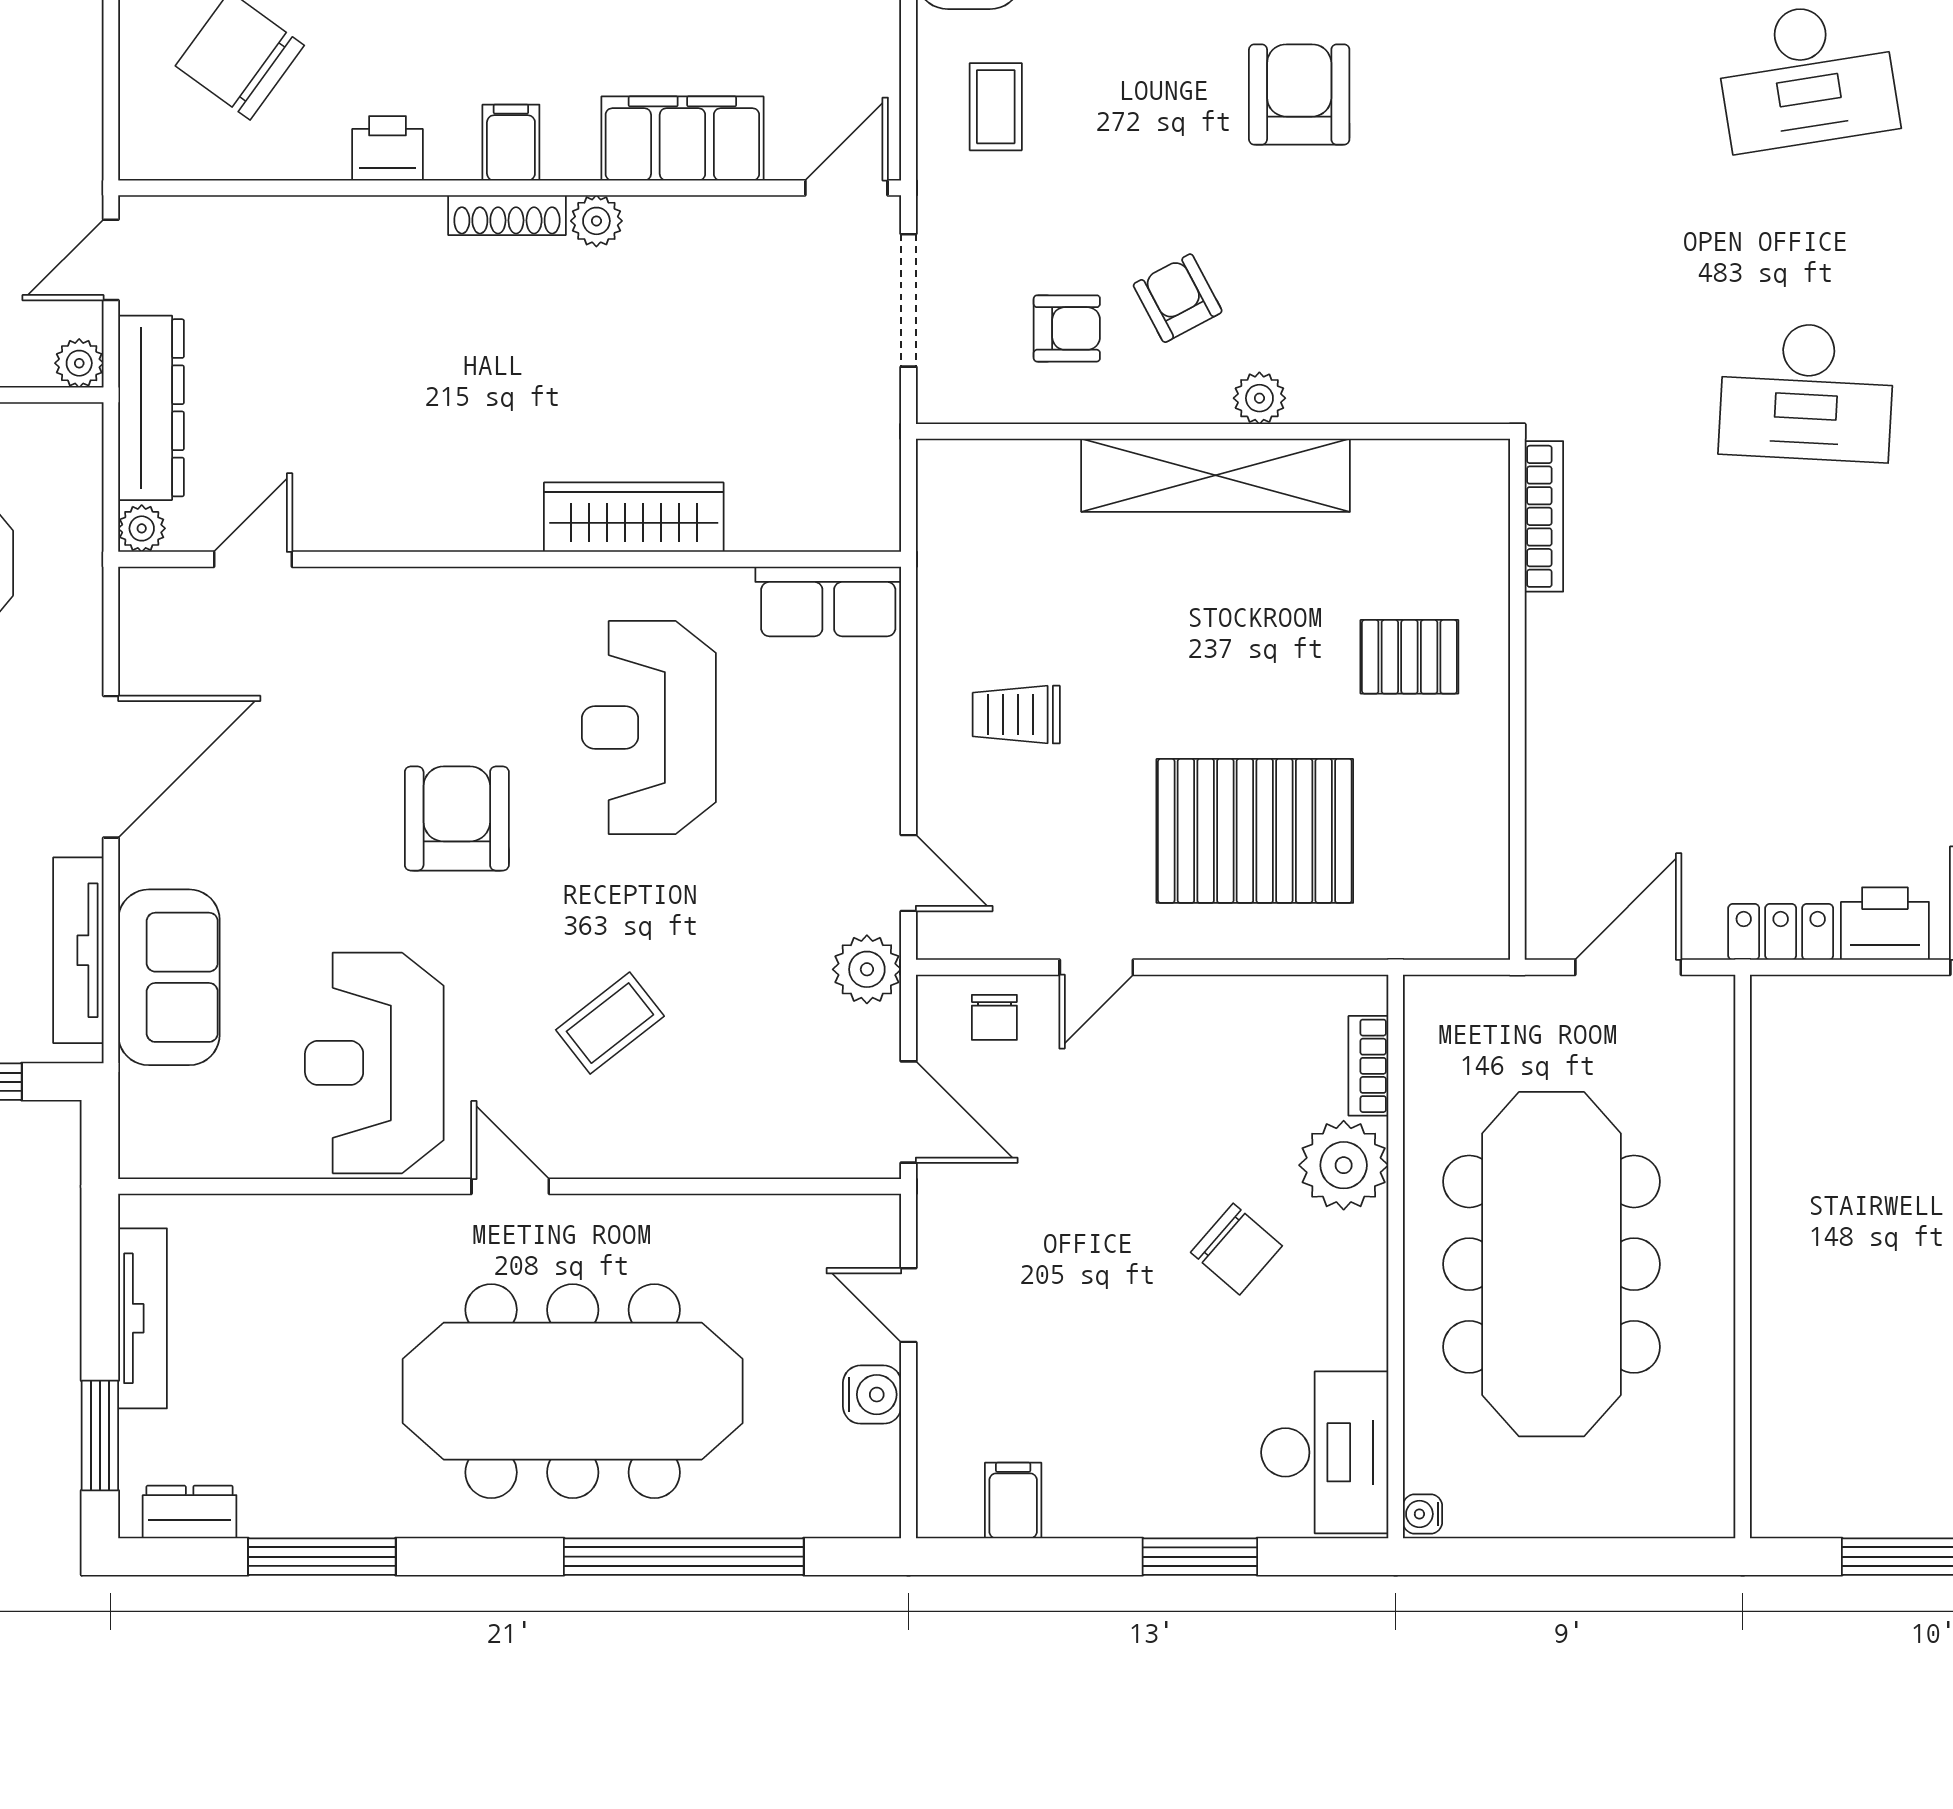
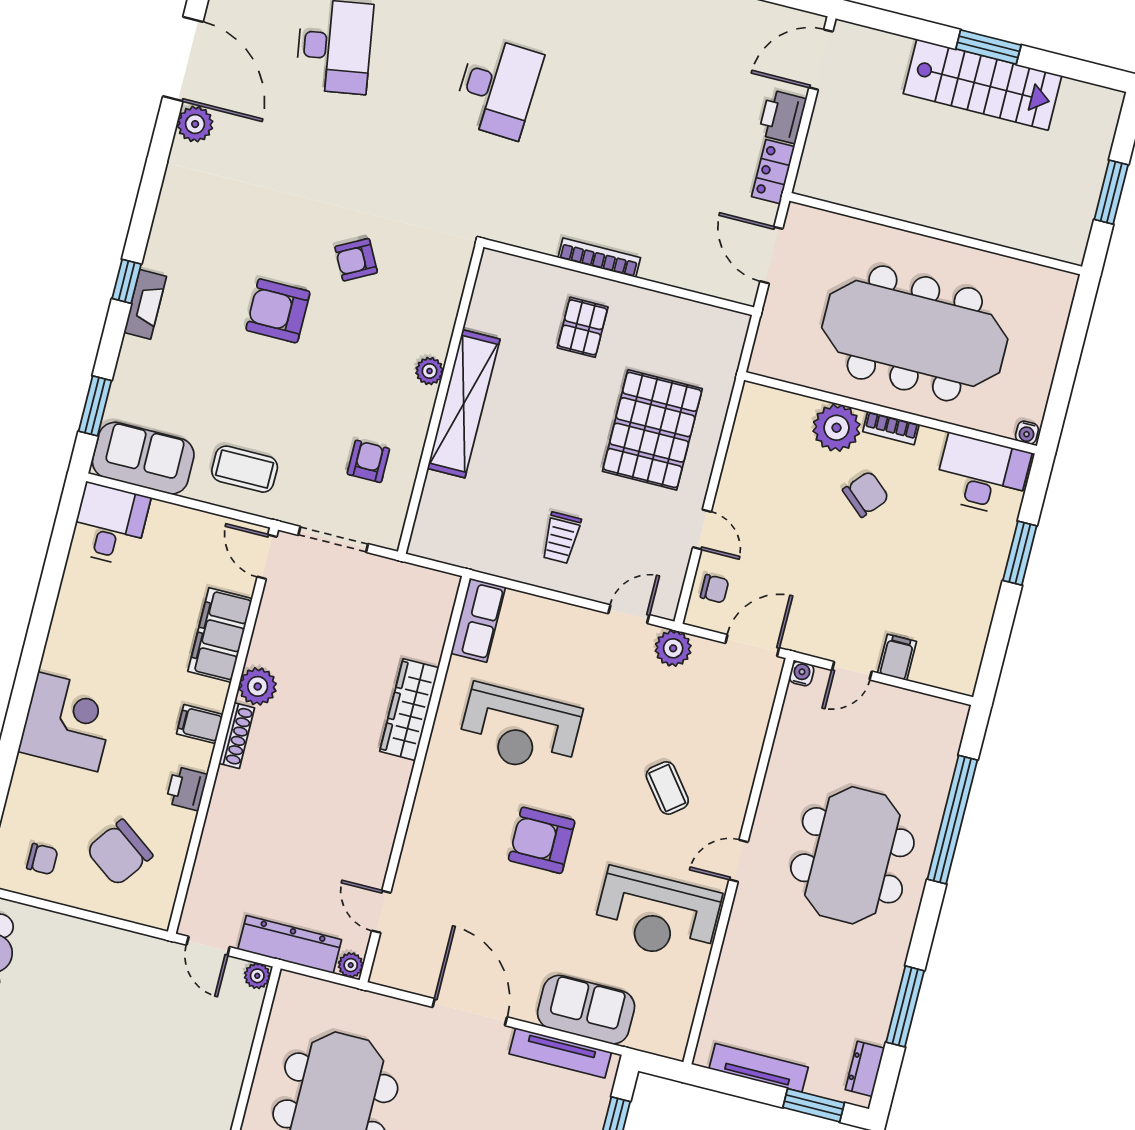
coffee table: (996, 107) -> (245, 469), width x1.36, depth x1.30
plant: (596, 221) -> (258, 686), width x1.38, depth x1.38
armchair: (1178, 298) -> (356, 260), moved
bookcase: (1544, 516) -> (599, 258), moved
bookcase: (1368, 1066) -> (891, 428), moved
meeting table: (573, 1391) -> (852, 855), width x0.73
water cooler: (872, 1395) -> (802, 674), moved, width x0.72, depth x0.72
filing cabinet: (1013, 1501) -> (897, 657), moved, turned 90

